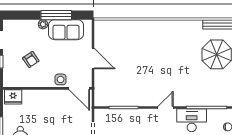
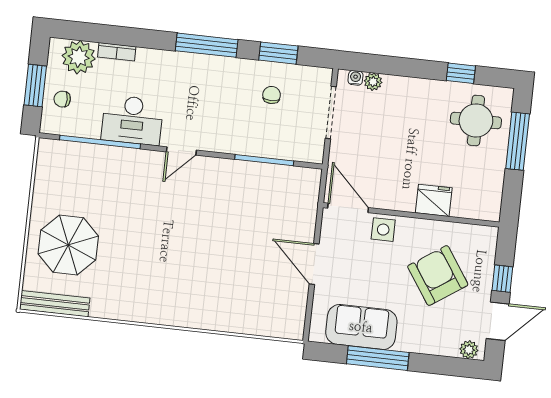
plant: (43, 24) -> (469, 350), moved
armchair: (31, 60) -> (438, 276), width x1.88, depth x1.88
fridge: (13, 97) -> (434, 200), moved

